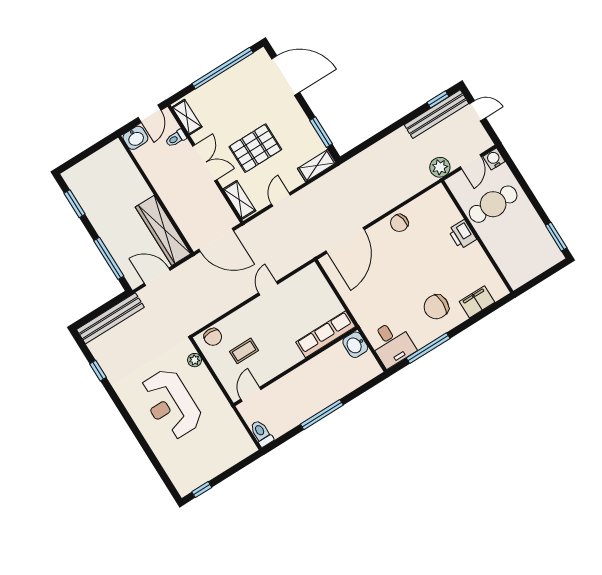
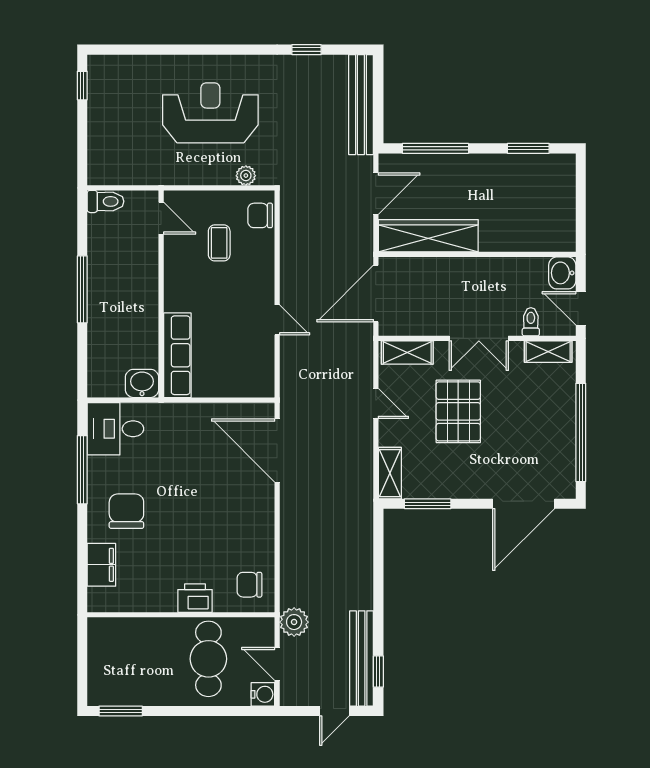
chair: (399, 223) -> (249, 585), moved, turned -78

